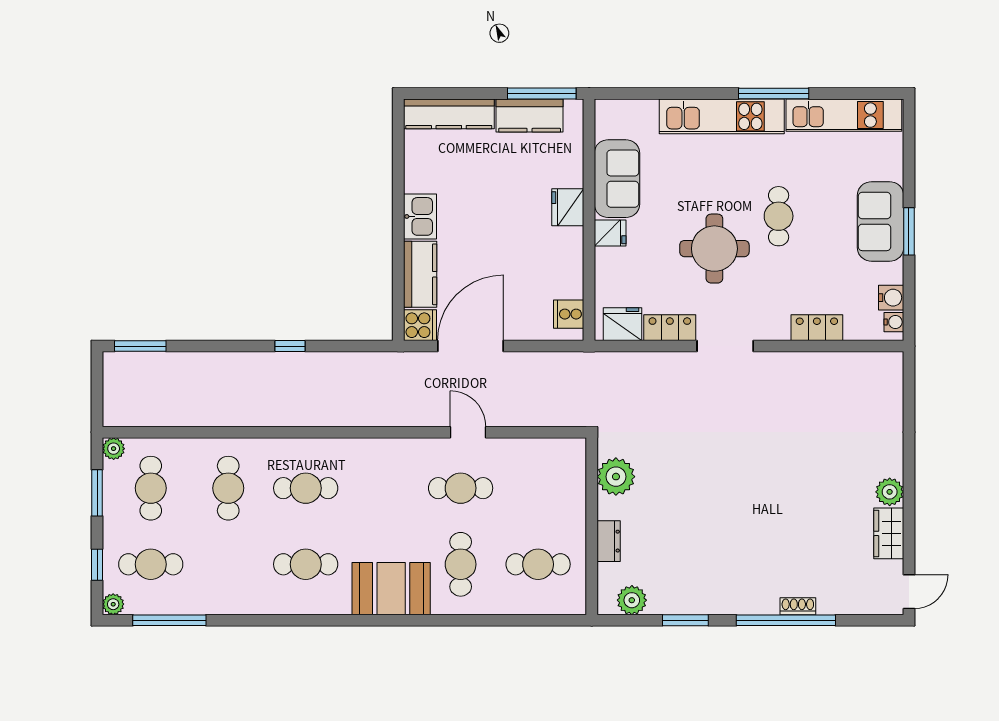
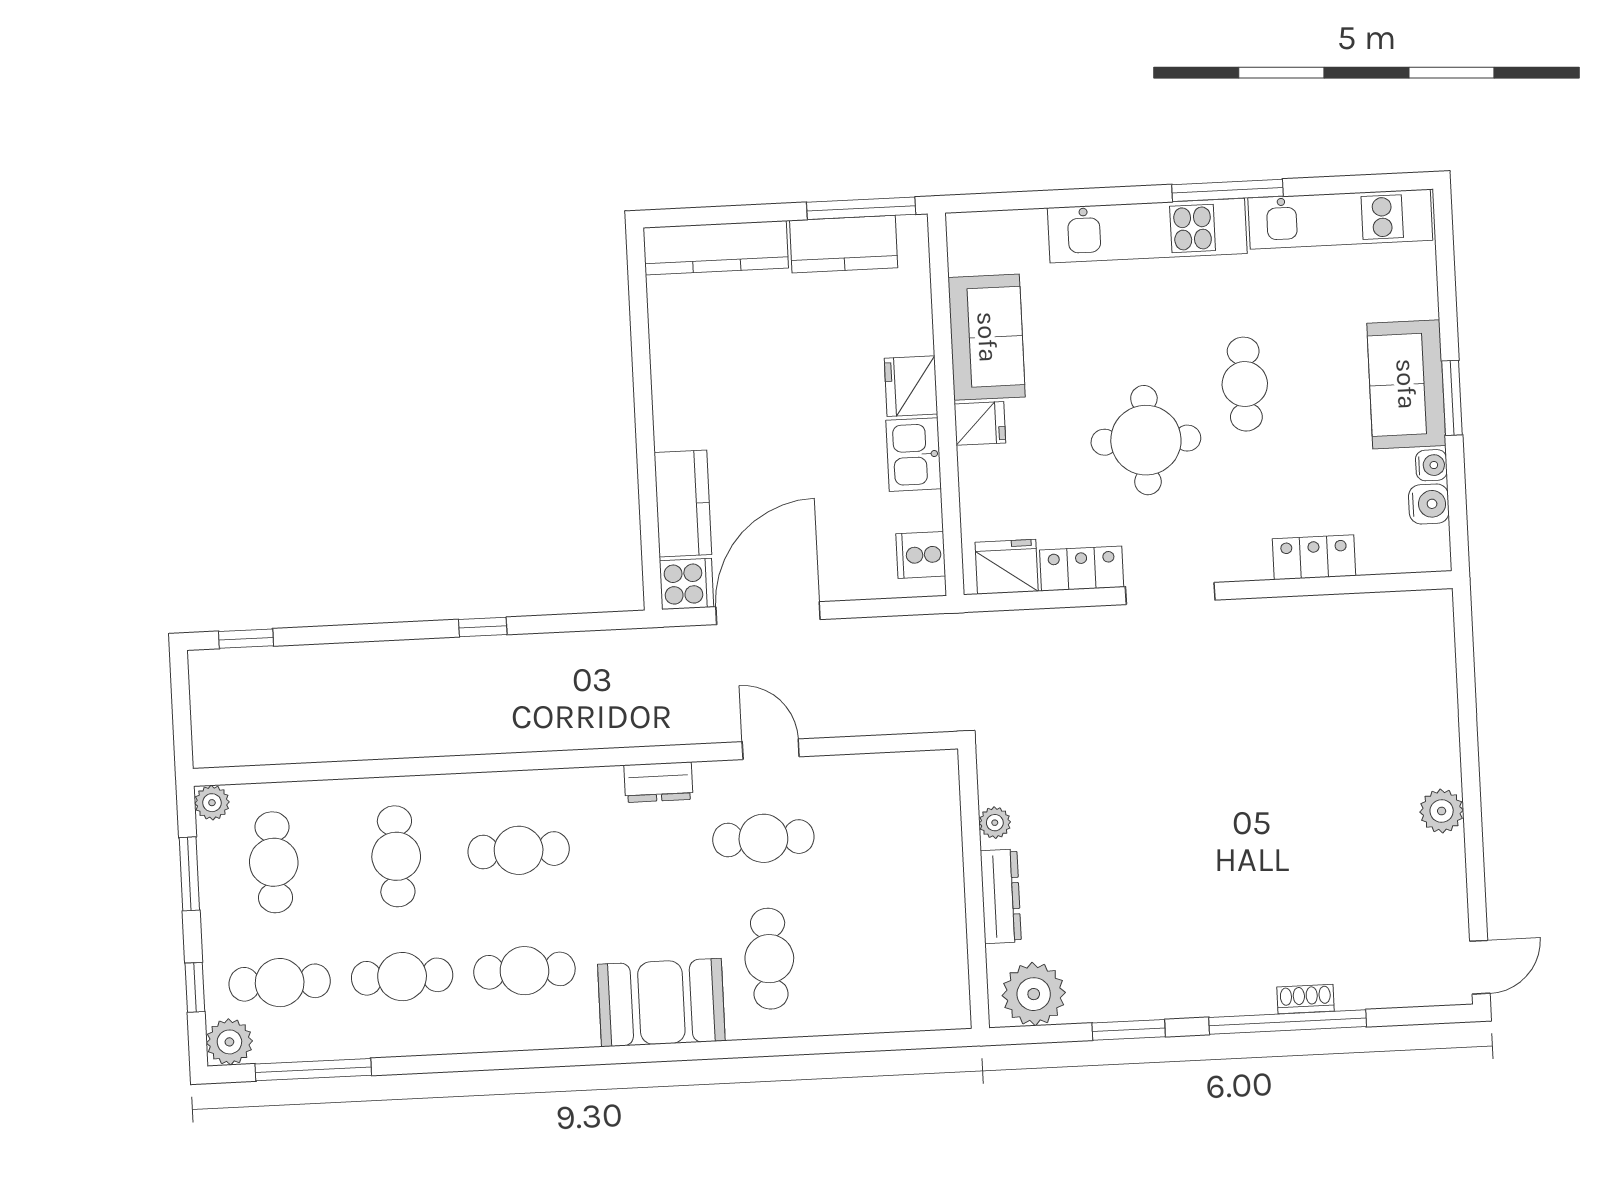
kitchen sink: (420, 216) -> (914, 455), moved, turned 180
water cooler: (894, 322) -> (1431, 465), moved
window: (140, 346) -> (246, 639), width x0.67
dresser: (396, 449) -> (658, 782), added
plant: (616, 477) -> (995, 823), width x0.53, depth x0.53
wardrobe: (889, 533) -> (1443, 877), removed
dresser: (609, 541) -> (1001, 896), width x1.44
cafe table: (538, 564) -> (402, 977), moved
plant: (632, 600) -> (1034, 994), width x1.36, depth x1.36
plant: (113, 604) -> (229, 1042), width x1.38, depth x1.38

